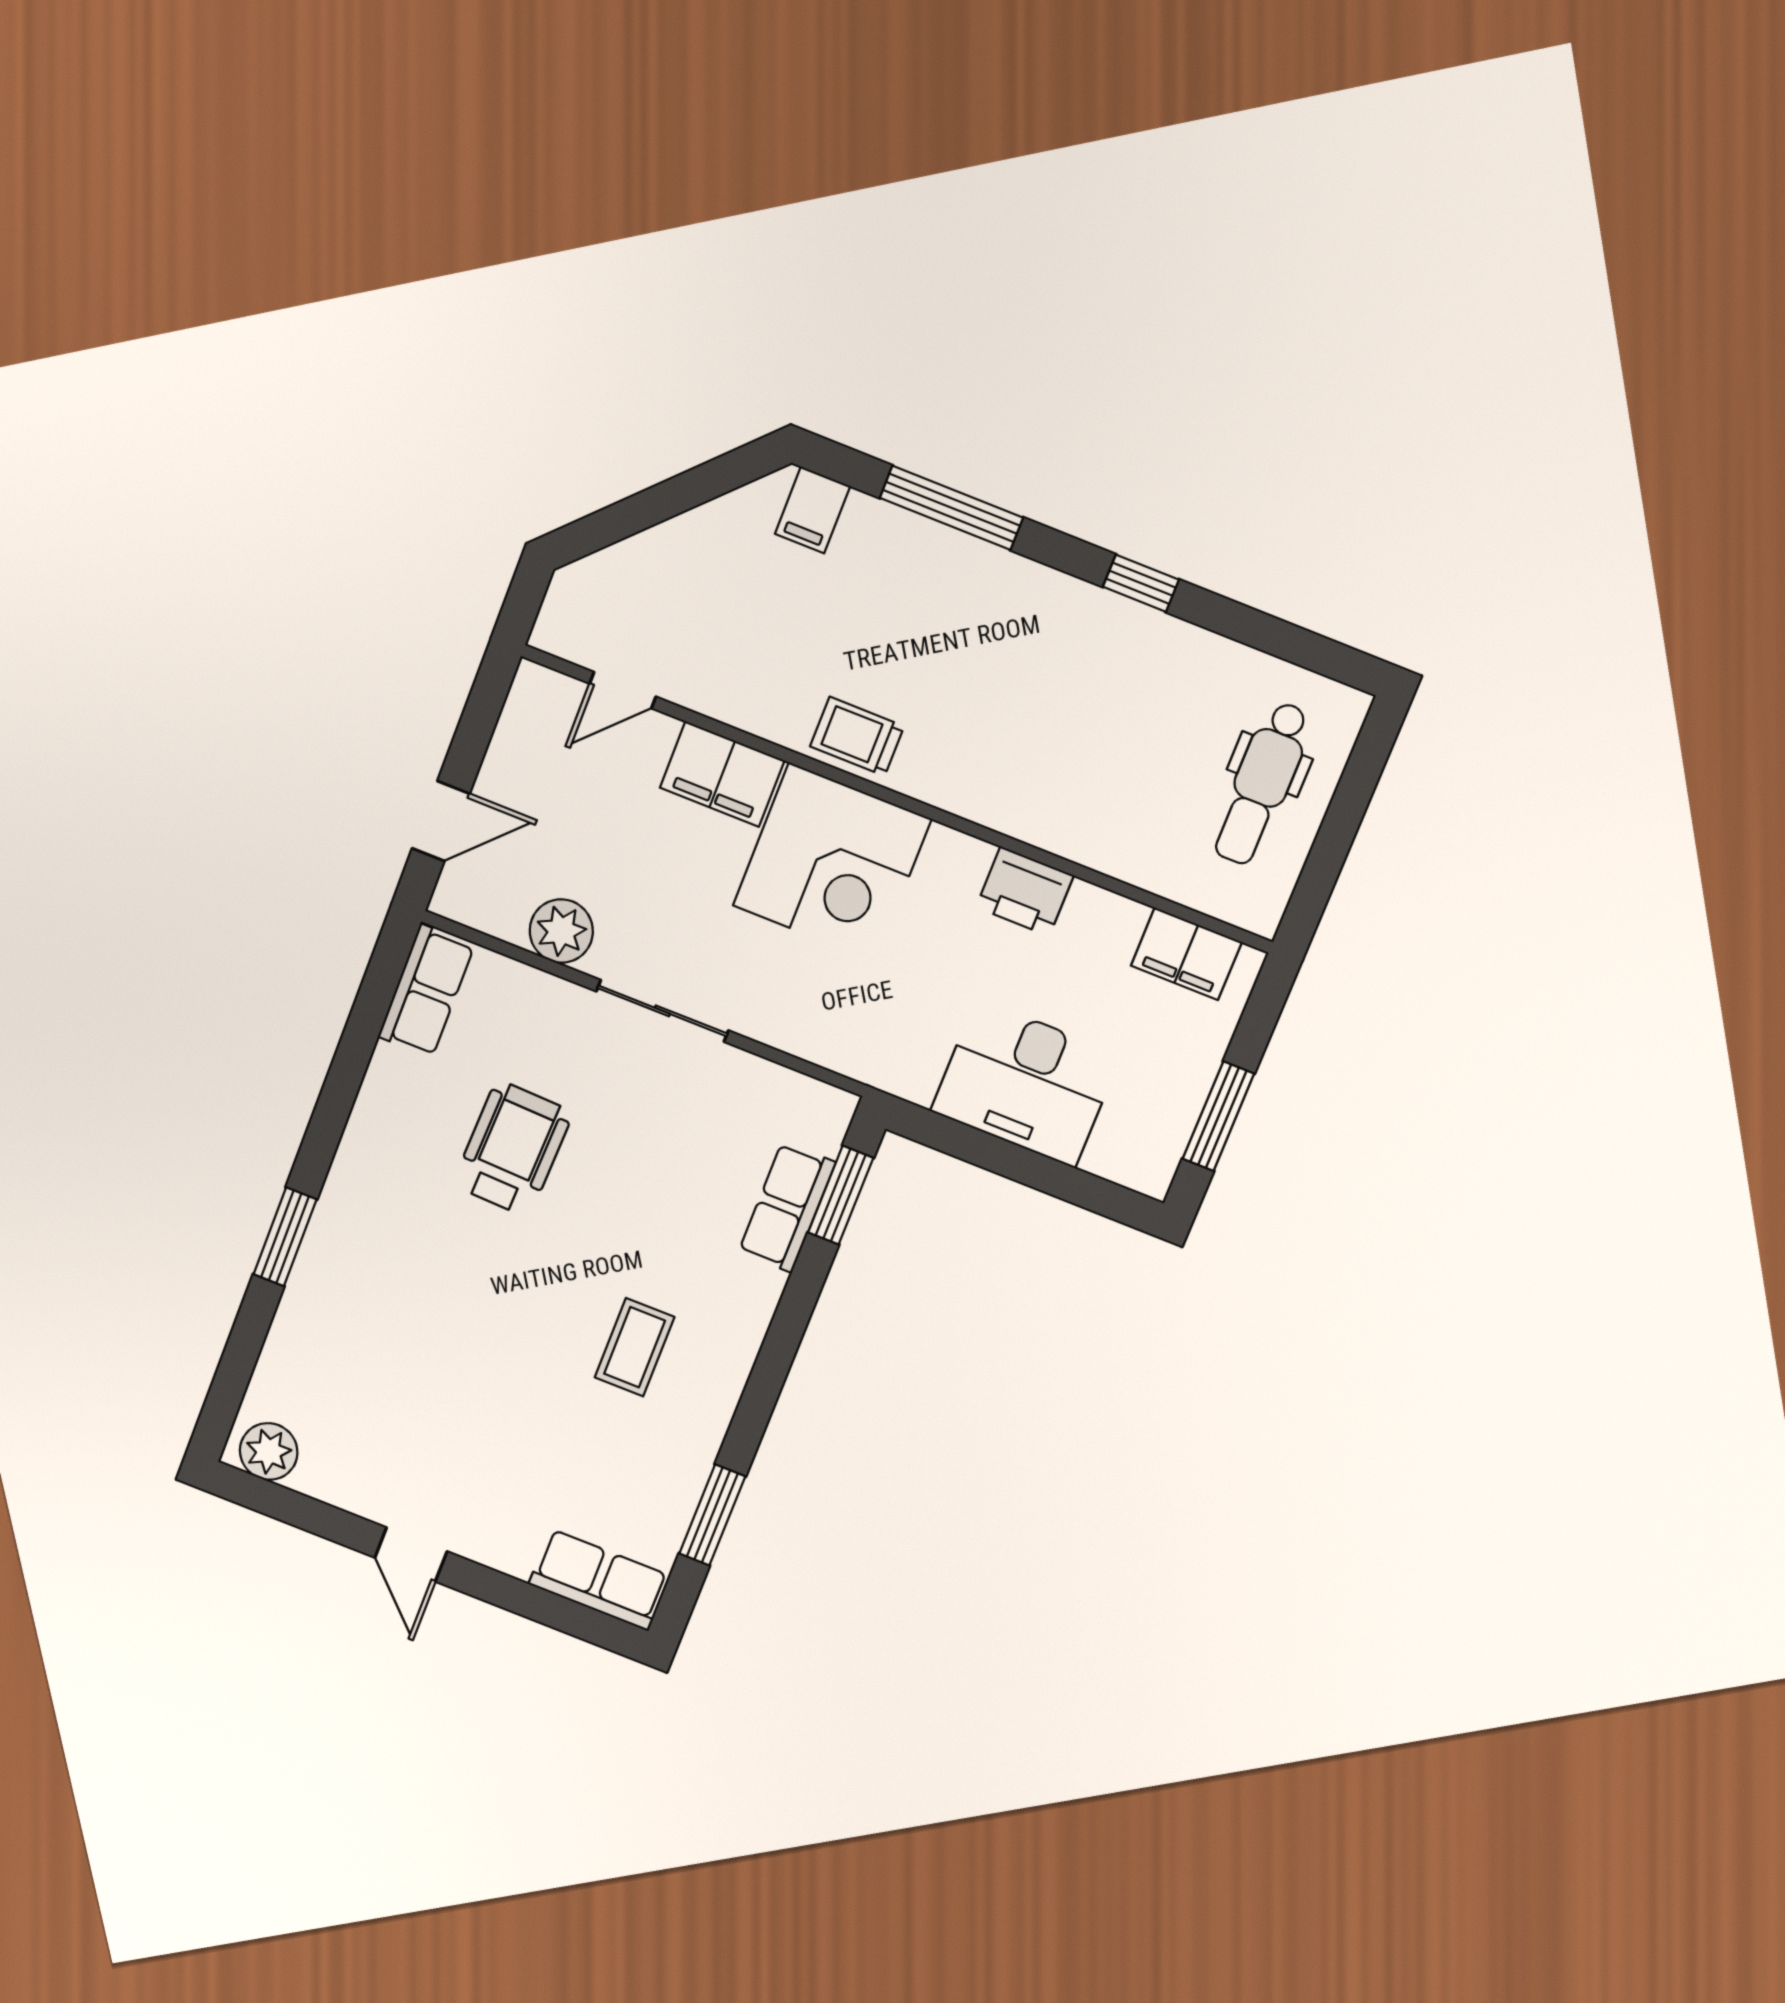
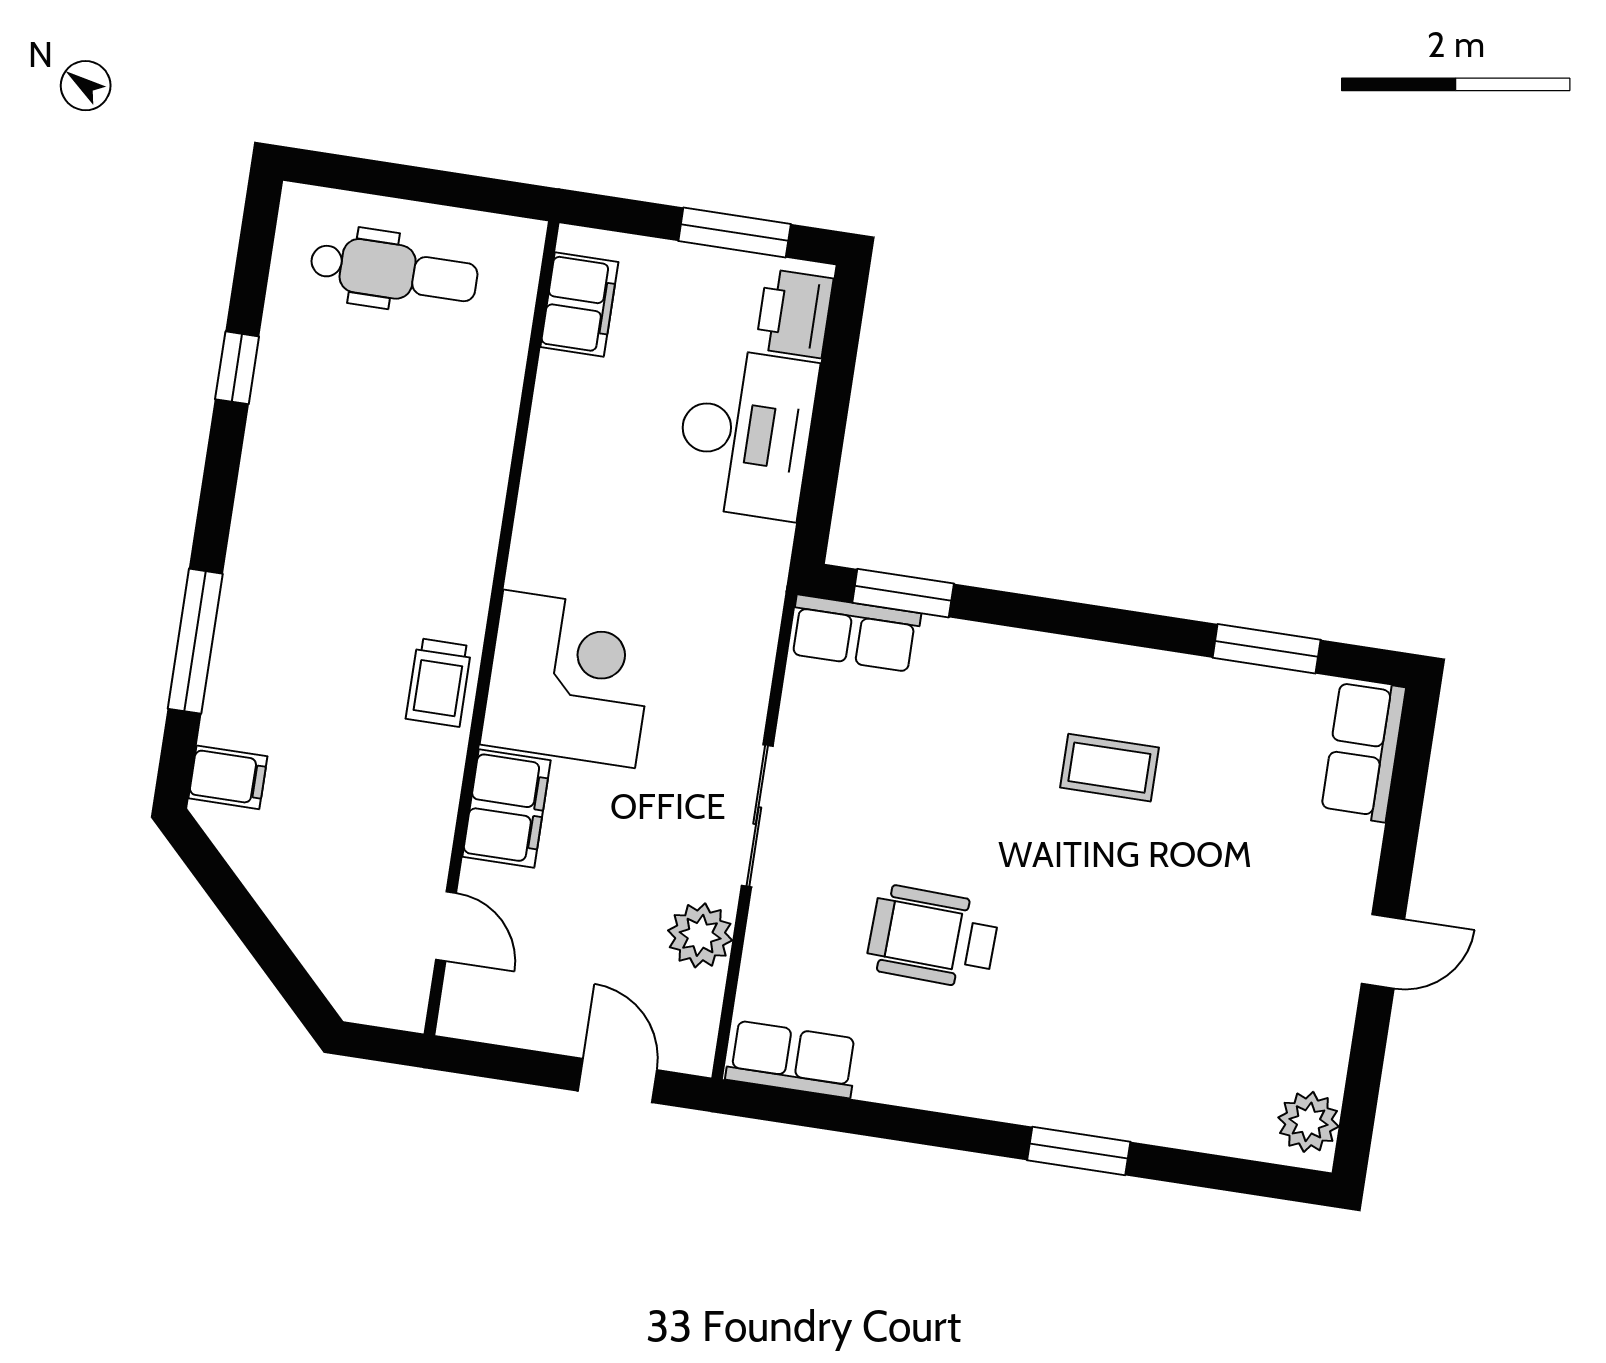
window: (1141, 583) -> (237, 368), moved
printer: (1025, 891) -> (794, 314), moved, turned 180
row of seats: (787, 1207) -> (855, 633), moved

